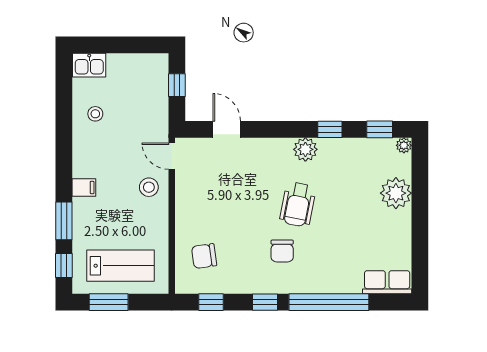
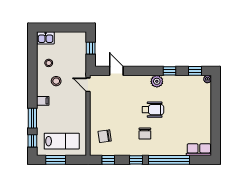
stool: (149, 187) -> (56, 81), moved
plant: (396, 193) -> (203, 104), removed
wheelchair: (298, 204) -> (153, 110), turned -101

